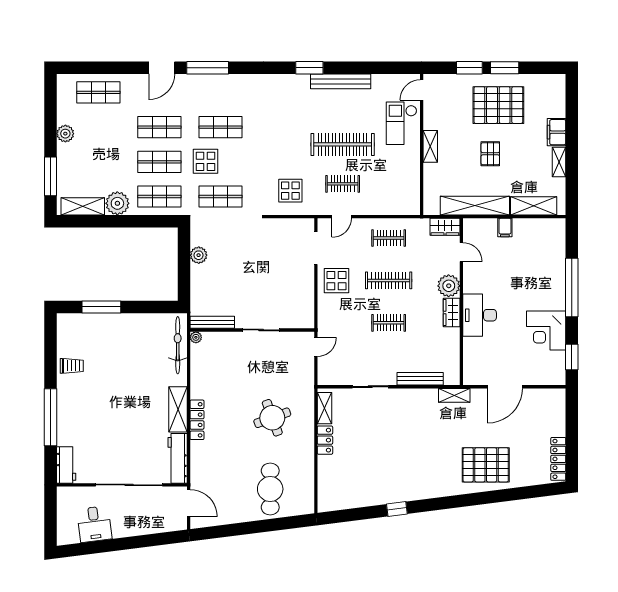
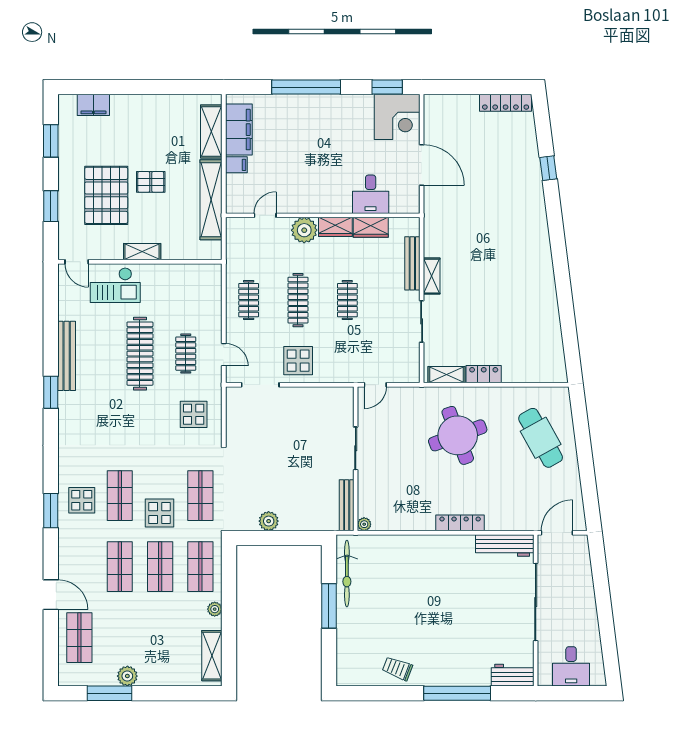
door: (162, 68) -> (51, 595), moved
window: (208, 68) -> (51, 511), width x0.69
window: (505, 68) -> (51, 141), moved
display table: (216, 94) -> (82, 500), added
pallet: (498, 105) -> (106, 195), moved
filing cabinet: (557, 132) -> (93, 105), moved
shelving: (559, 162) -> (160, 102), removed
window: (51, 176) -> (109, 693), moved
plant: (117, 203) -> (215, 609), width x0.53, depth x0.53
wardrobe: (445, 227) -> (371, 227), moved, turned 90
filing cabinet: (535, 230) -> (239, 130), added
window: (101, 307) -> (329, 606), moved
desk: (480, 315) -> (371, 194), moved, width x0.73
corner desk: (546, 331) -> (397, 117), moved
bicycle: (178, 345) -> (347, 574), moved, turned -90
door: (316, 347) -> (375, 385), swing flipped
trolley: (72, 366) -> (397, 668), turned -69
shelving: (454, 395) -> (432, 276), moved
shelving: (178, 409) -> (448, 545), removed
round table: (272, 418) -> (458, 435), width x1.36, depth x1.36
pallet: (486, 465) -> (512, 187), removed
cafe table: (270, 489) -> (541, 438), turned 61
window: (397, 509) -> (548, 168), moved
desk: (94, 524) -> (571, 666), moved, turned 97

